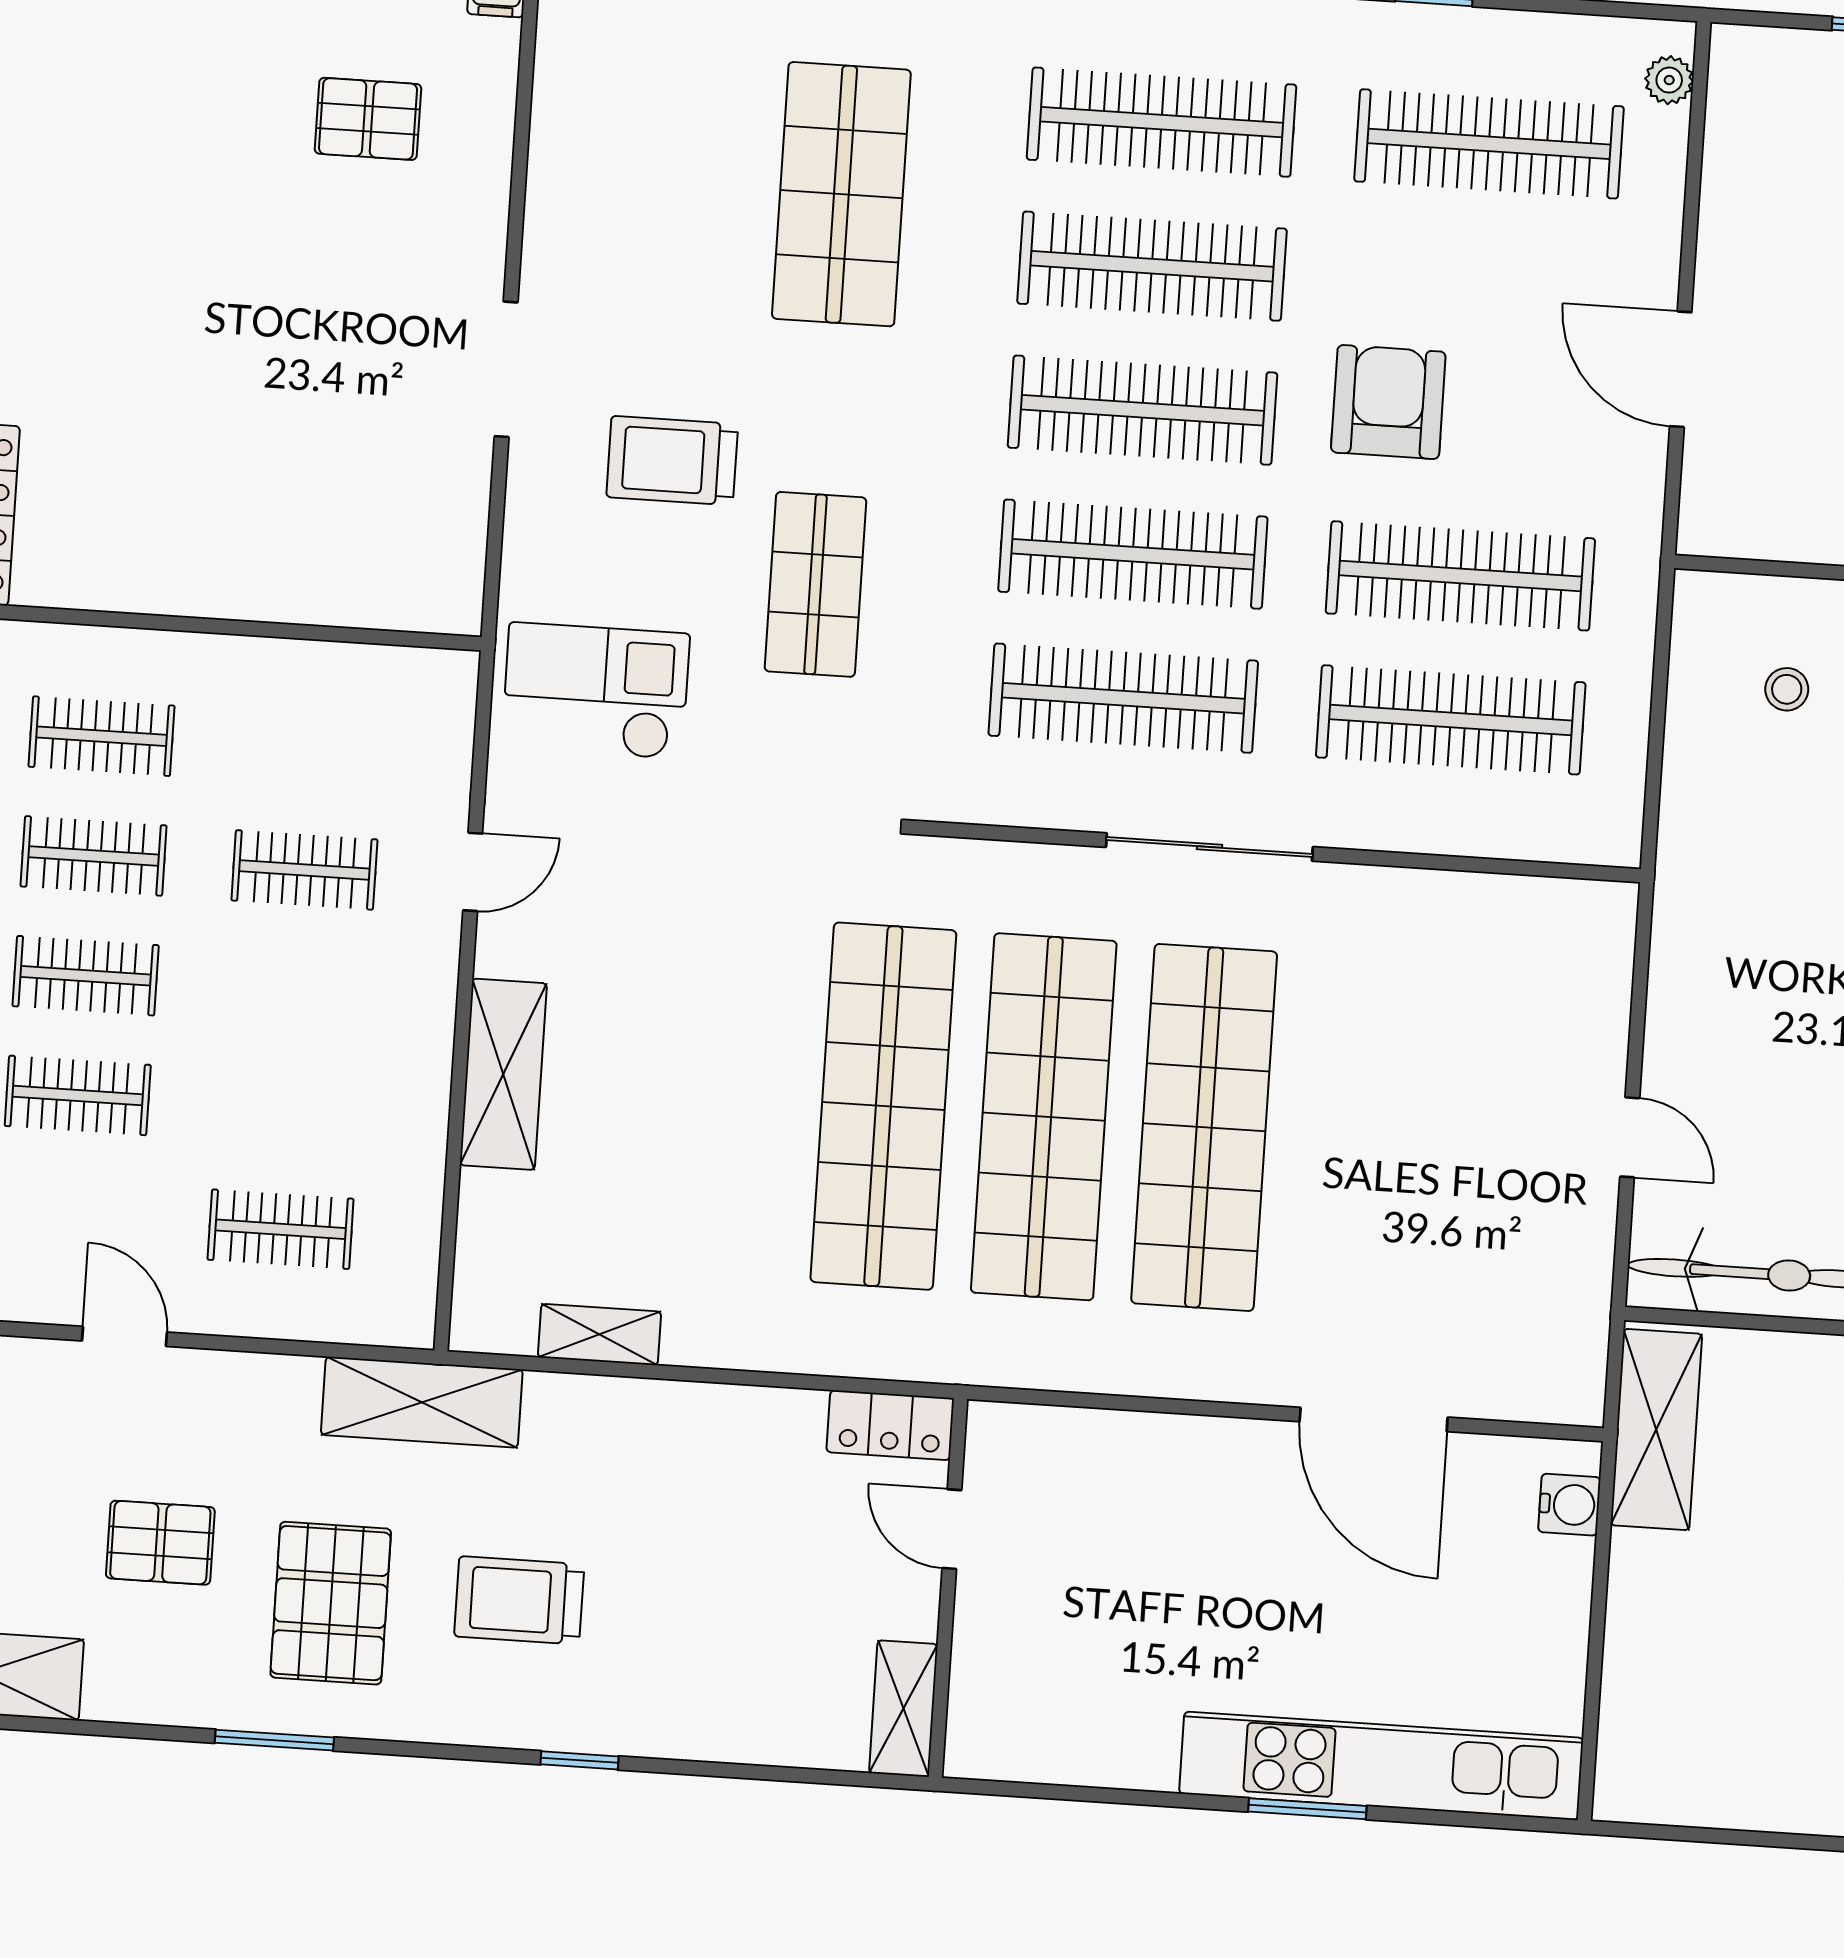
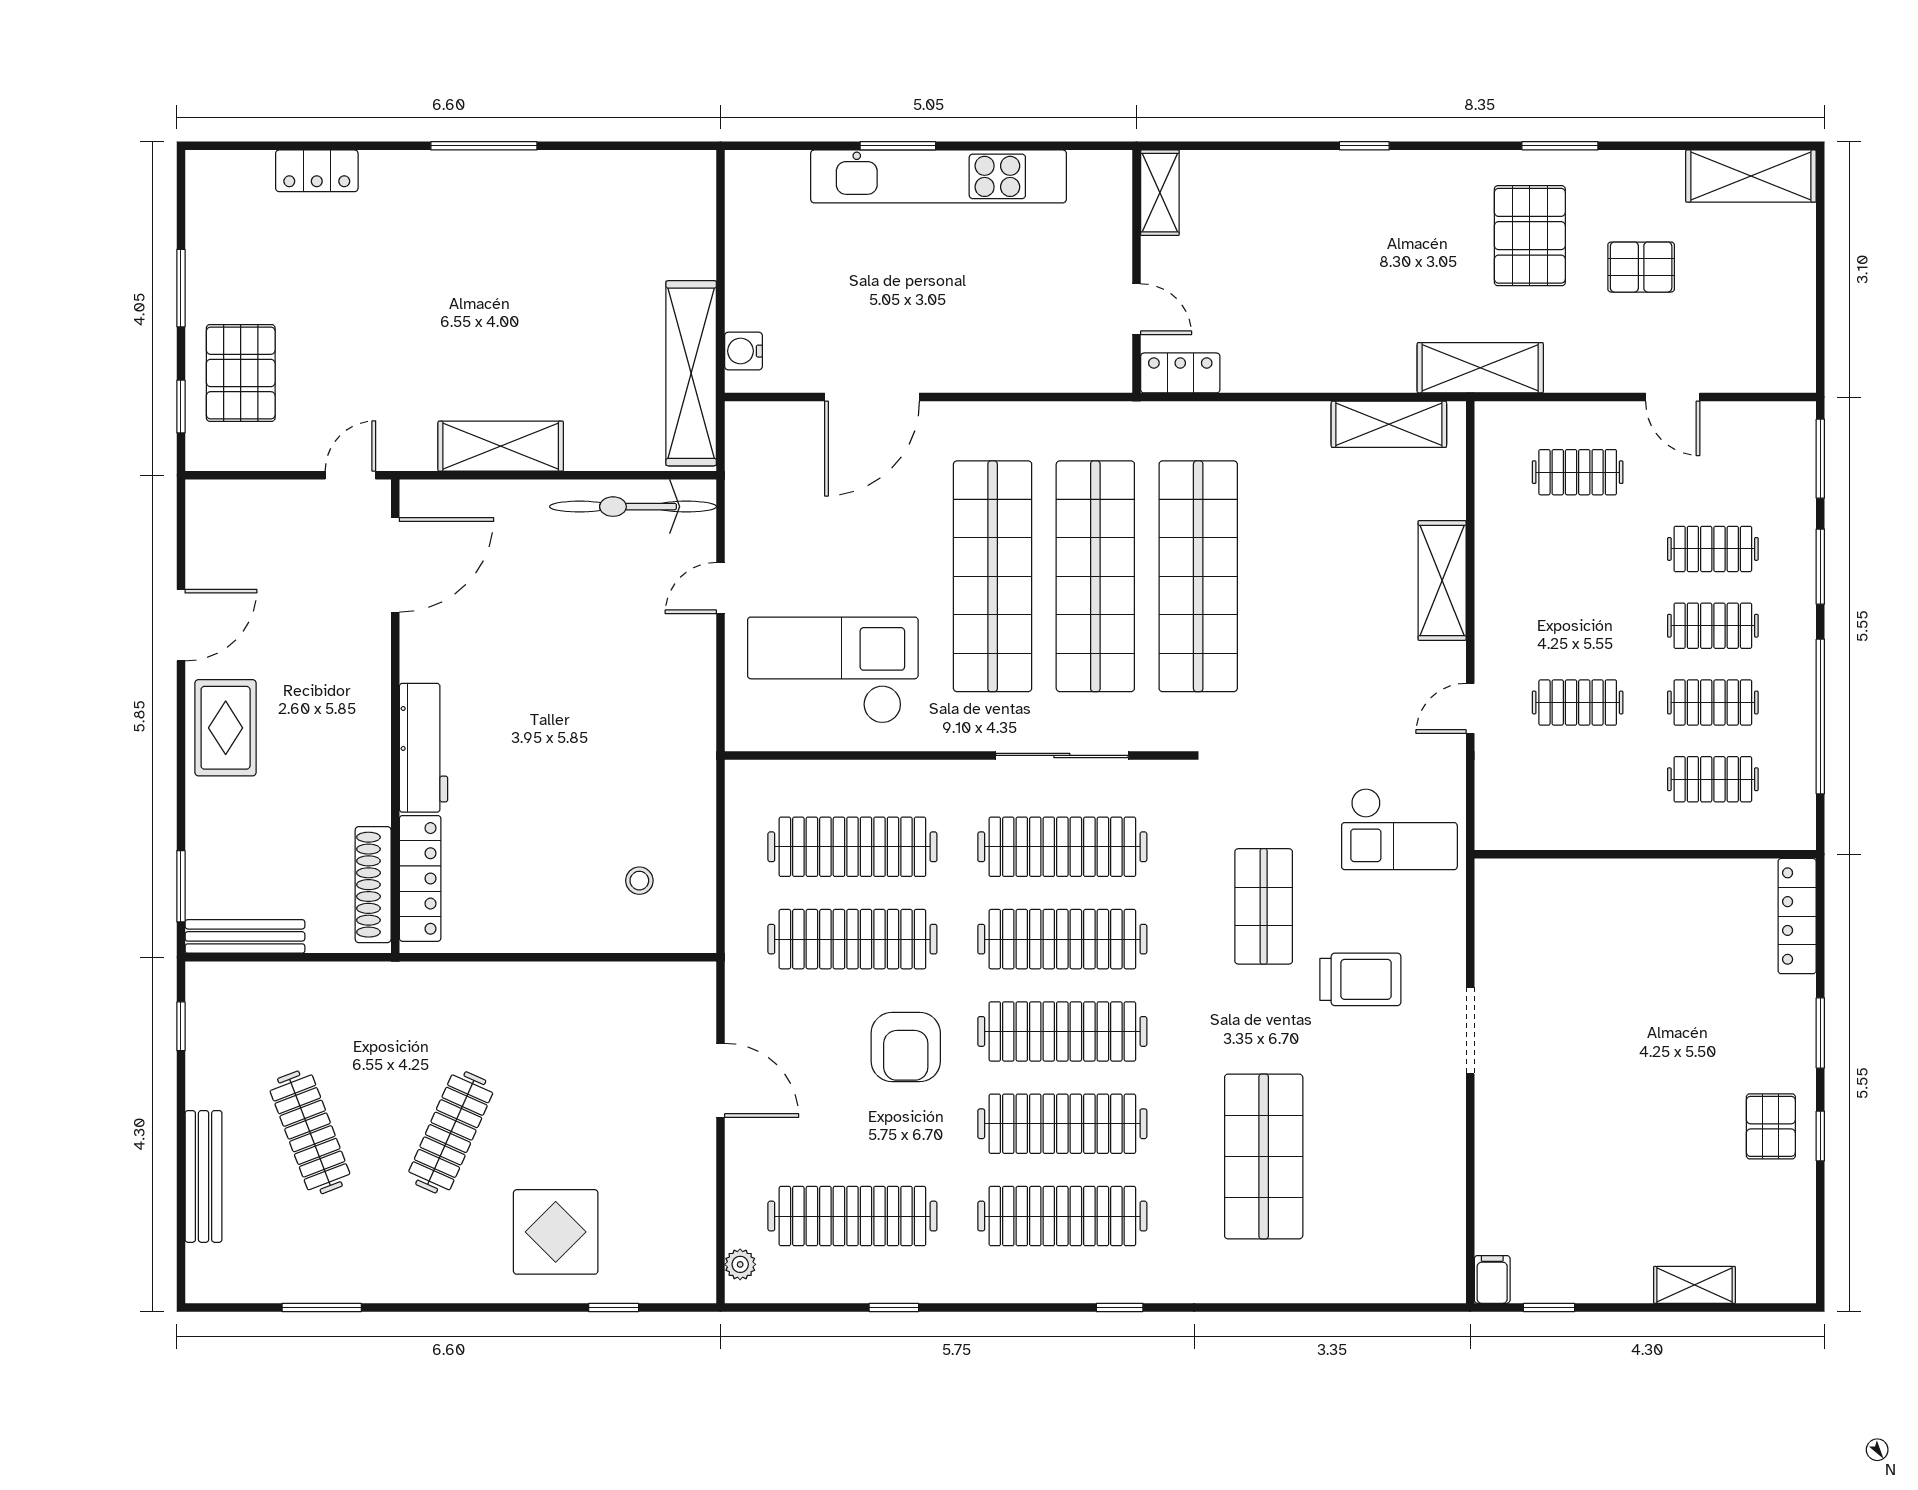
pallet: (368, 119) -> (1771, 1126), moved, turned 90
sliding door: (1209, 847) -> (1062, 755), moved
checkout: (1463, 997) -> (833, 670), added
door: (1630, 1137) -> (721, 588), hinge flipped
shelving: (599, 1334) -> (1389, 424), width x1.50, depth x1.33
door: (1374, 1419) -> (872, 397), swing flipped
shelving: (1656, 1430) -> (691, 373), width x1.47
trolley: (519, 1600) -> (1410, 245), removed
kitchen unit: (1381, 1766) -> (939, 176), moved

